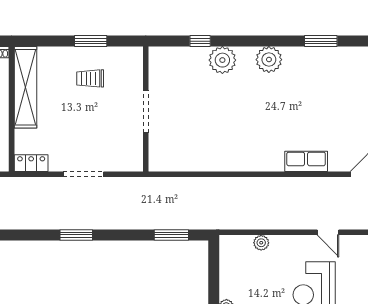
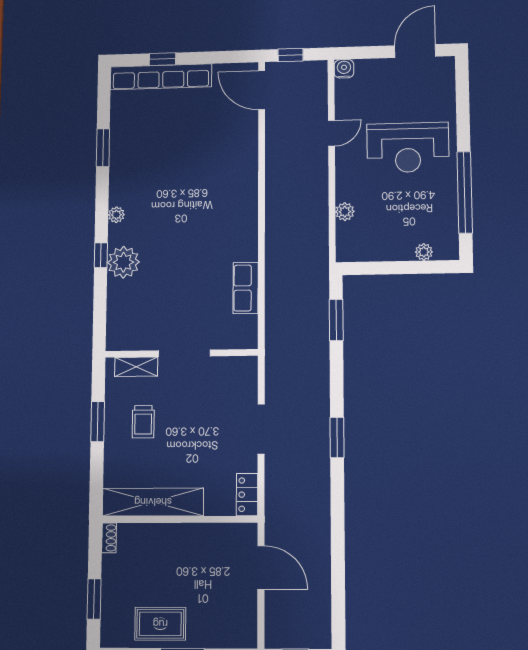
window: (200, 41) -> (101, 255), moved
plant: (269, 60) -> (116, 215), width x0.53, depth x0.53
shelving: (135, 72) -> (136, 367), added
row of seats: (306, 161) -> (246, 288), moved

